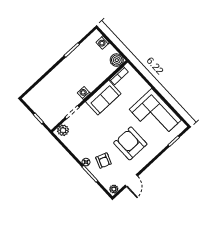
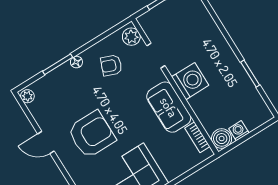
washing machine: (103, 43) -> (239, 131), moved
washing machine: (84, 93) -> (190, 81), width x1.89, depth x1.89
armchair: (104, 161) -> (111, 65), moved
door: (131, 181) -> (46, 142), moved

